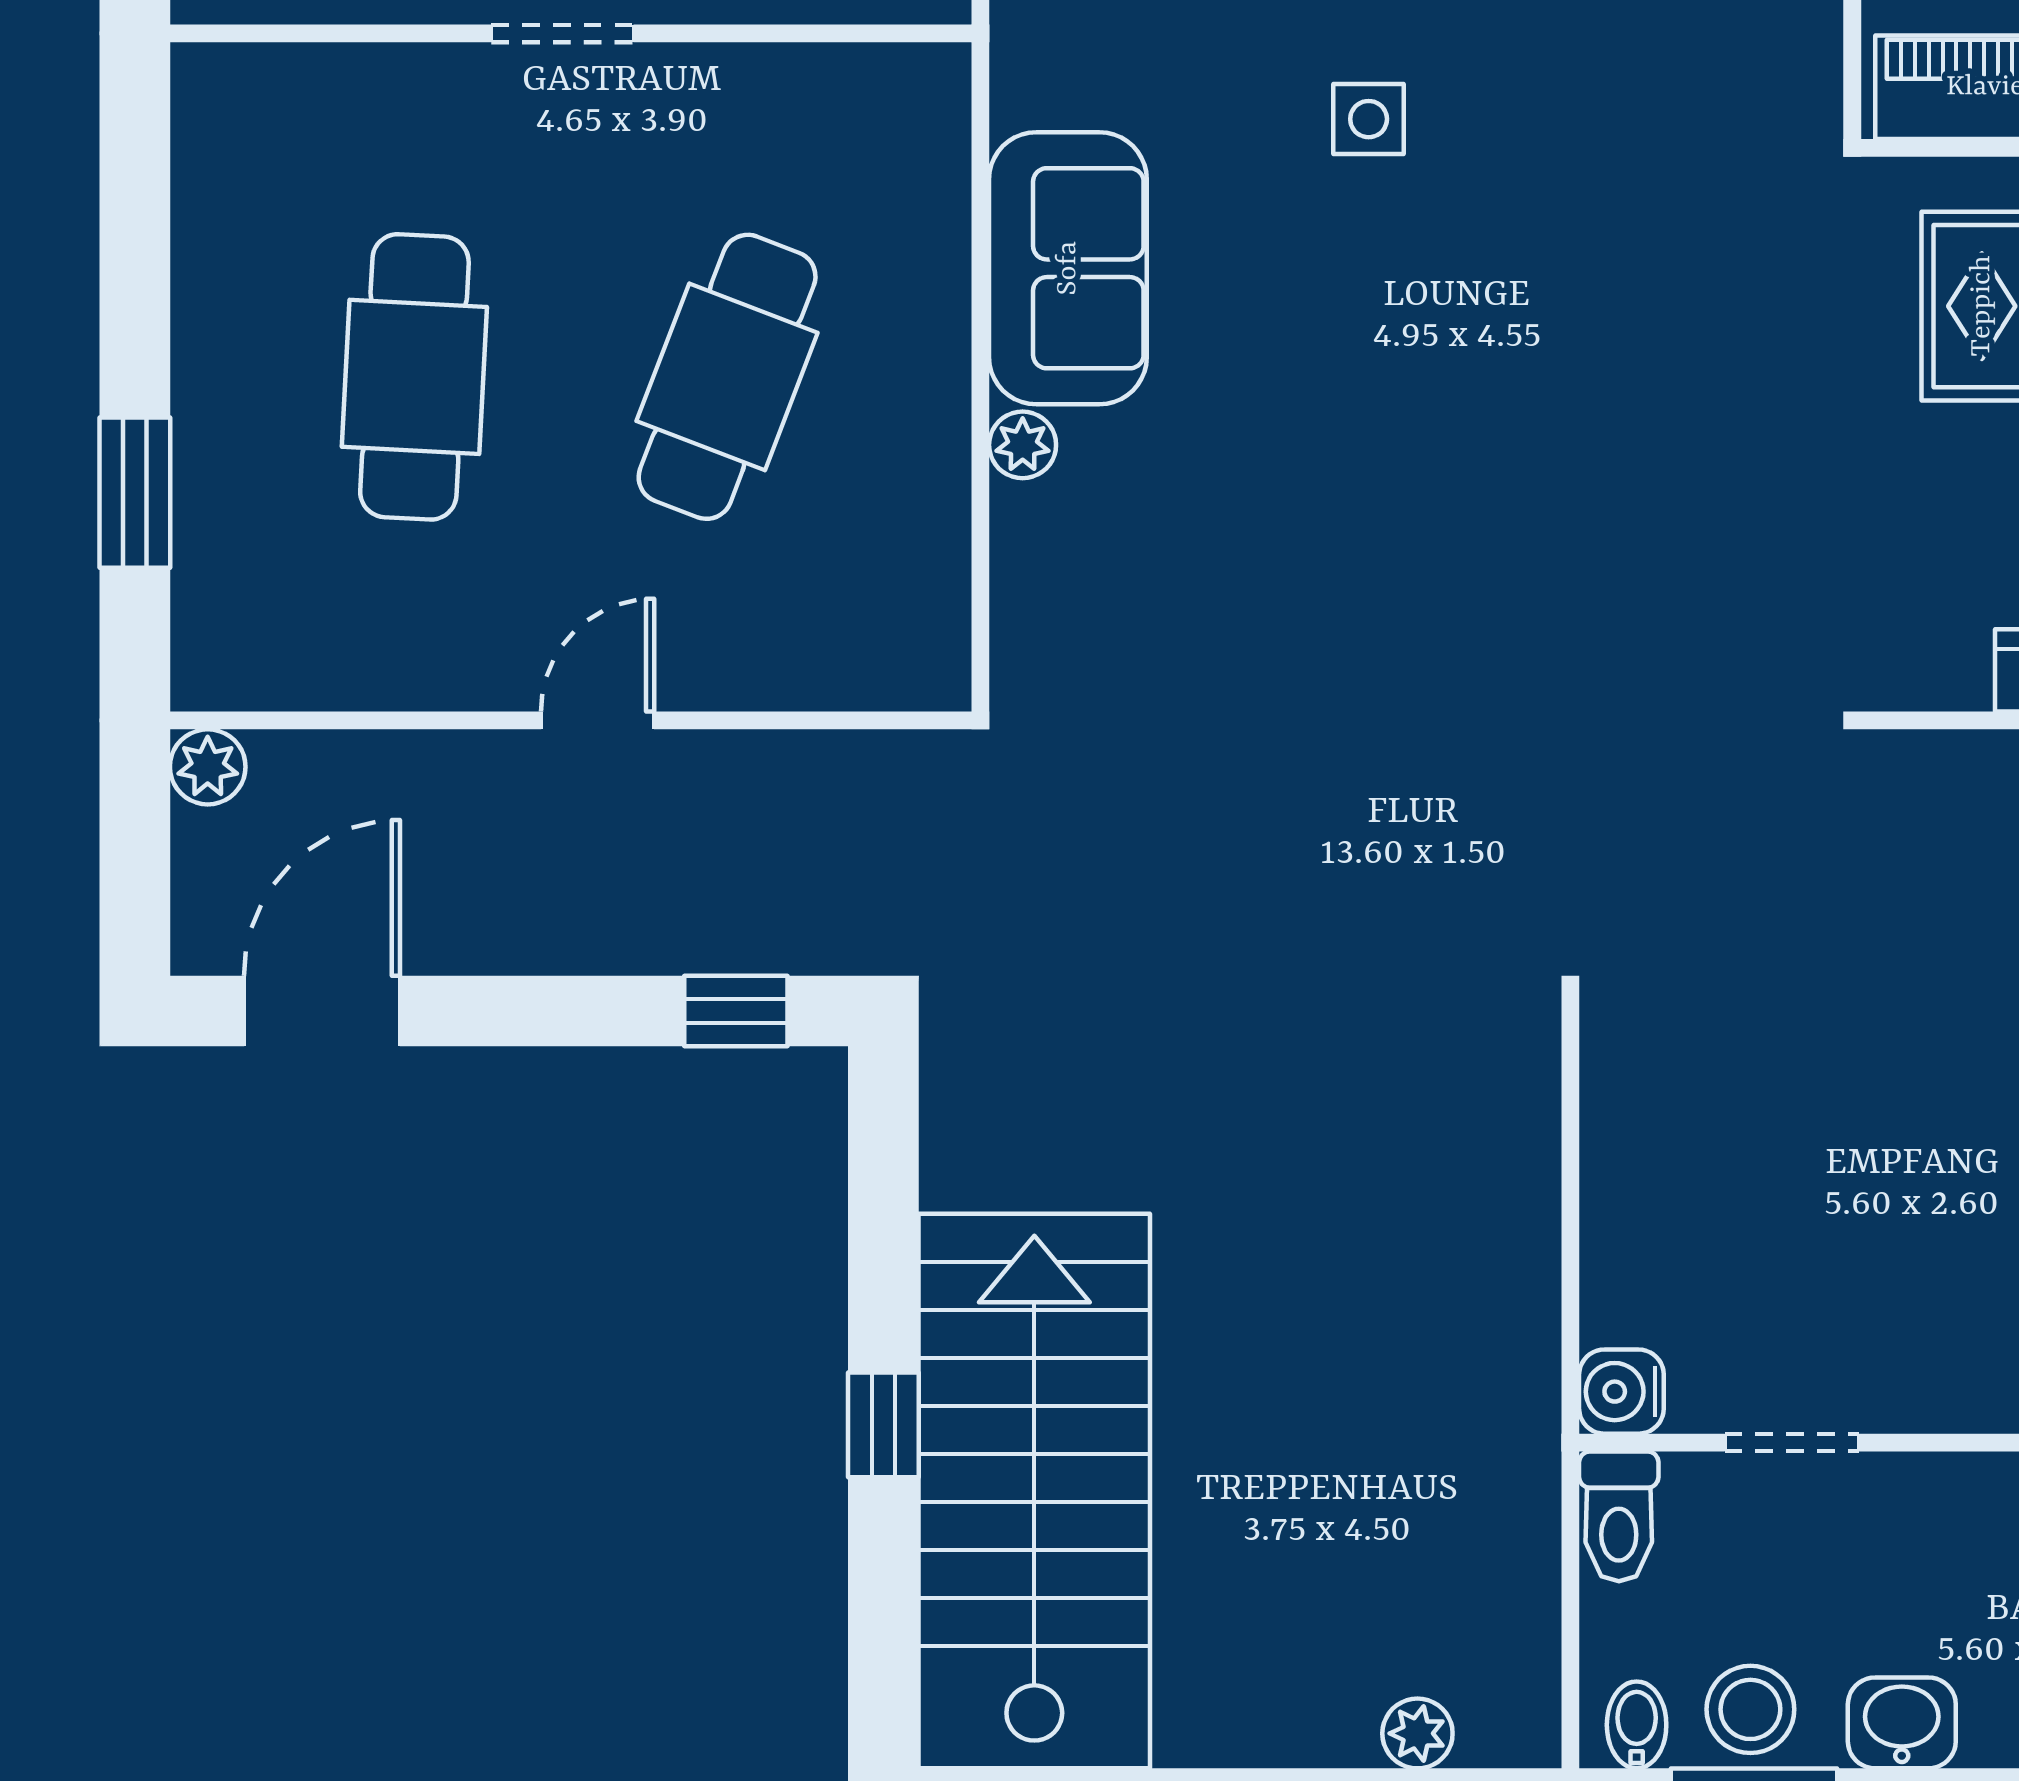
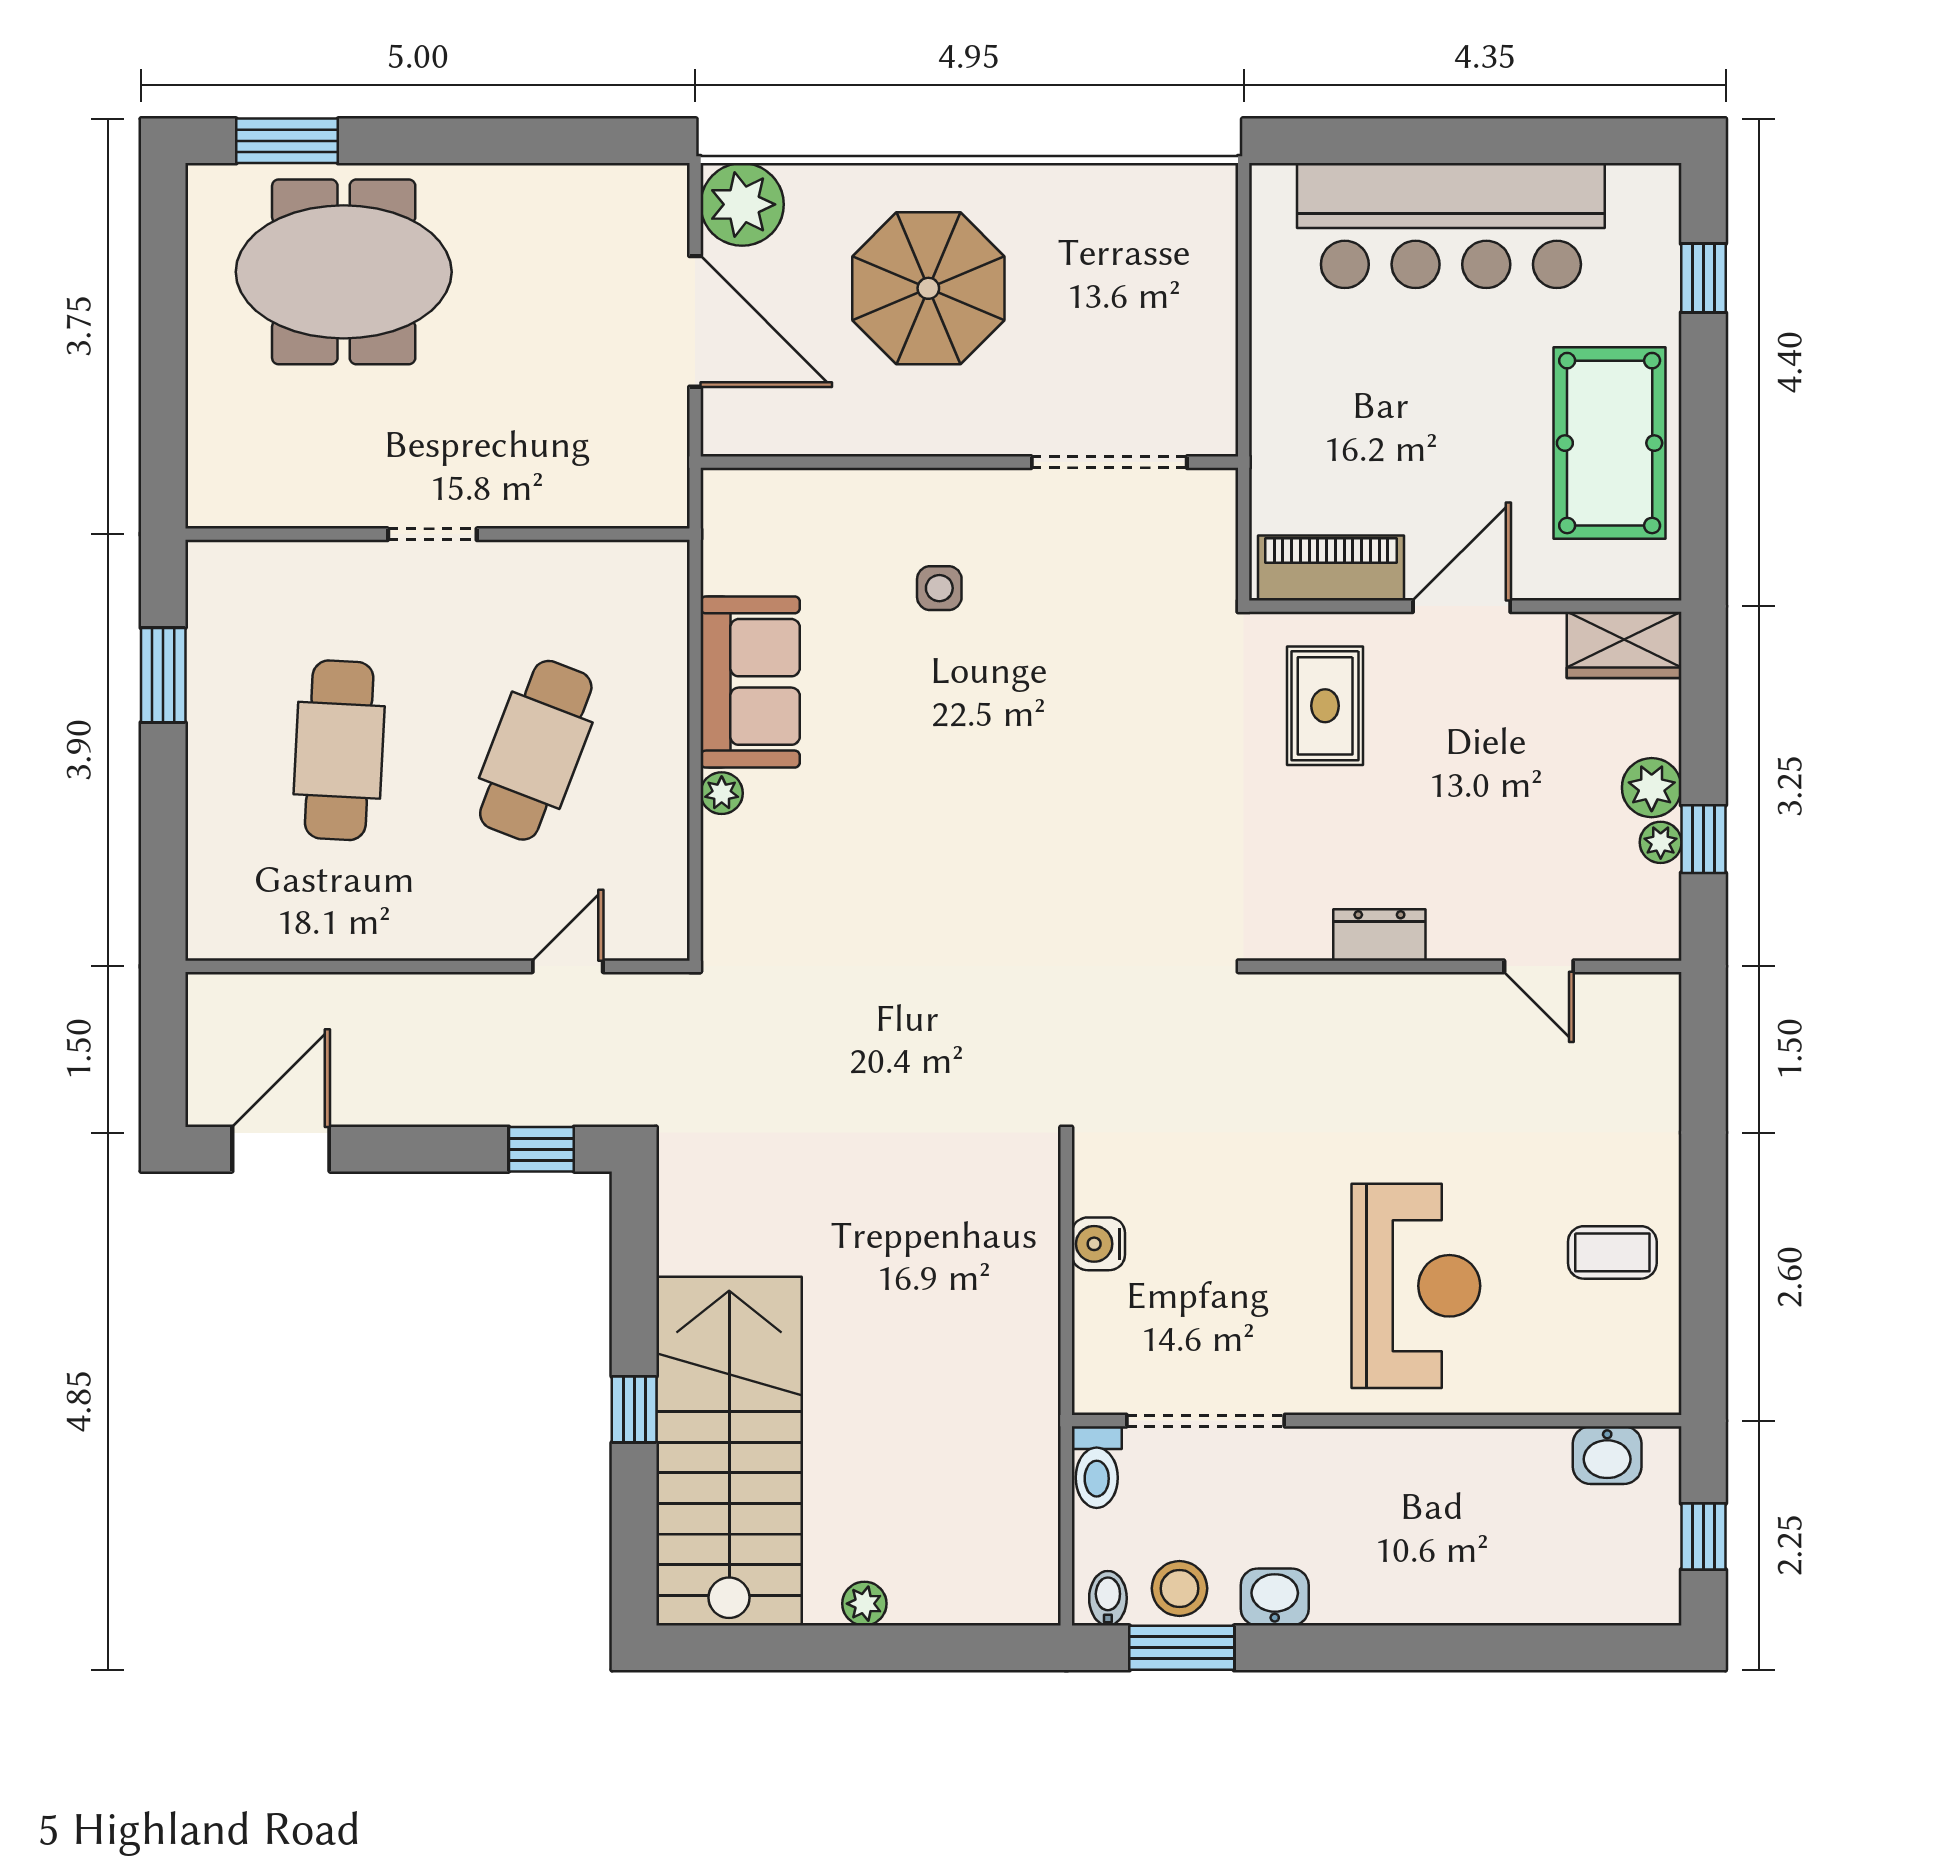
window: (135, 493) -> (163, 675), moved
door: (598, 720) -> (568, 966), moved
plant: (208, 767) -> (209, 996), removed
water cooler: (1621, 1392) -> (1098, 1244), moved
doorway: (1792, 1443) -> (1206, 1421), width x1.87
plant: (1417, 1733) -> (864, 1604), moved

